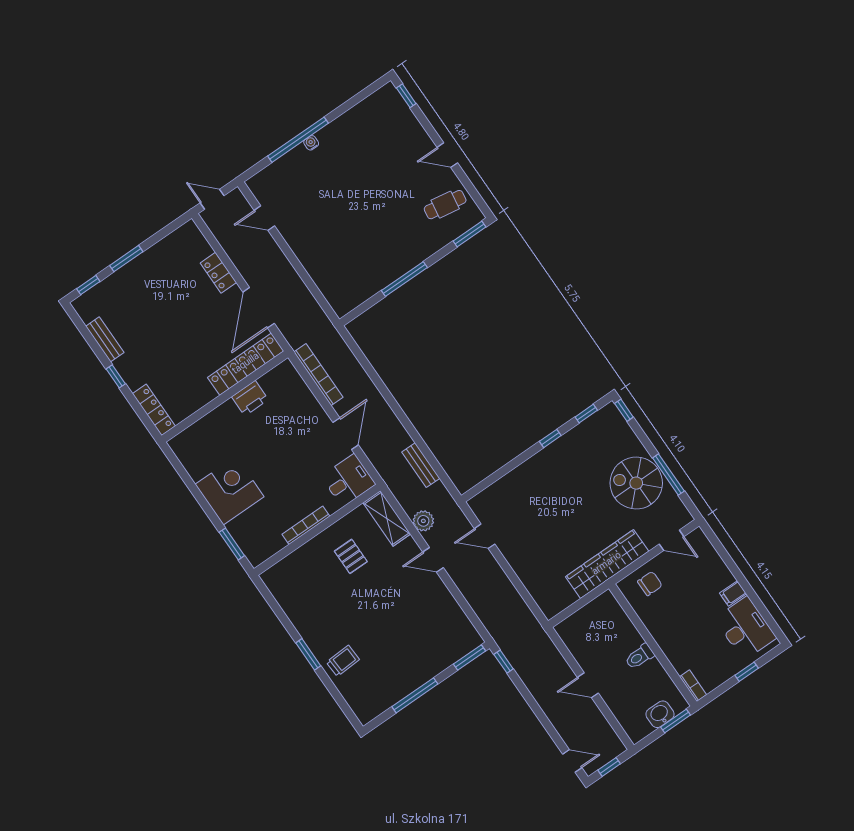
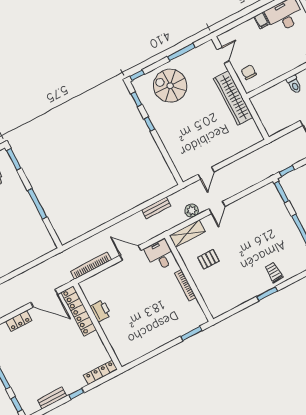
spiral stairs: (636, 483) -> (170, 86), moved, turned 90
corner desk: (230, 491) -> (157, 331), removed

